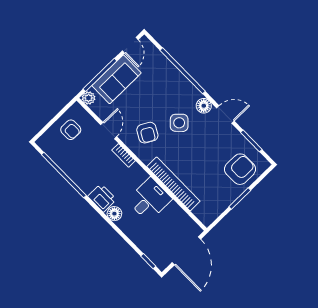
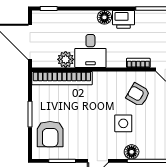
floor lamp: (204, 106) -> (132, 152), moved
side table: (179, 123) -> (123, 123), turned 45
bookcase: (173, 184) -> (62, 78), moved
plant: (174, 212) -> (66, 59), added

